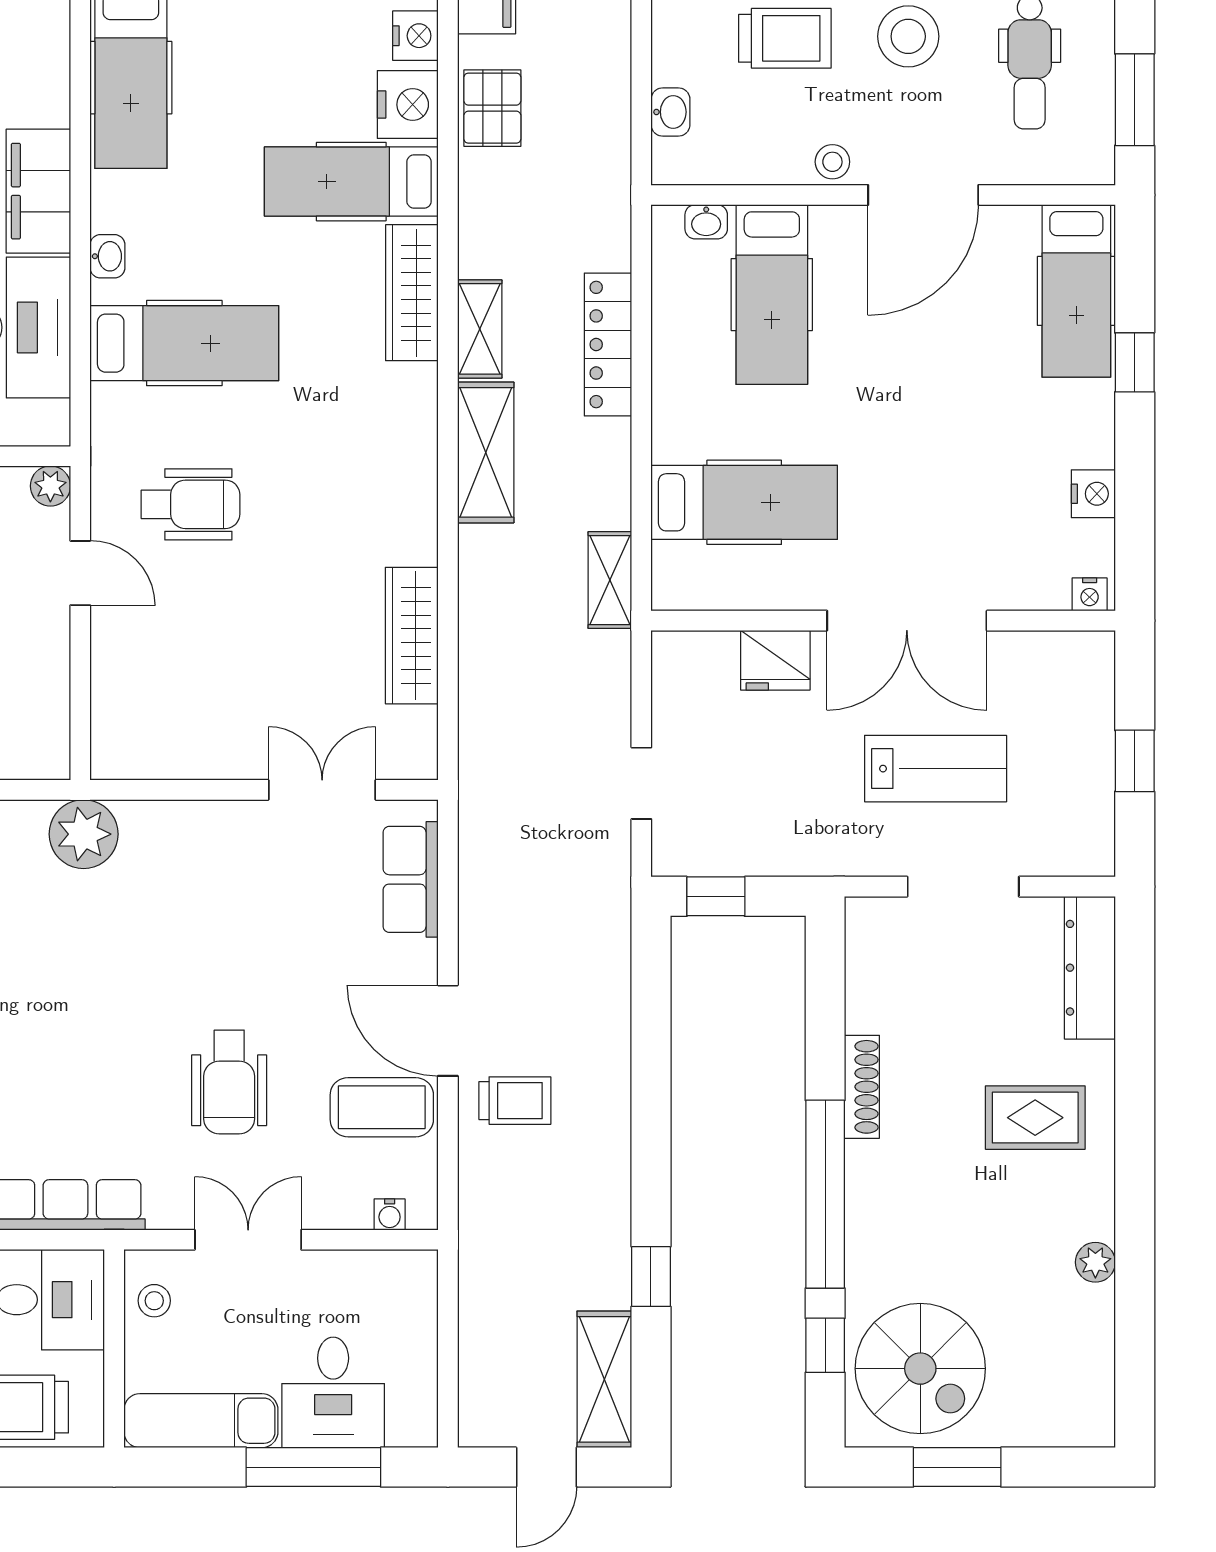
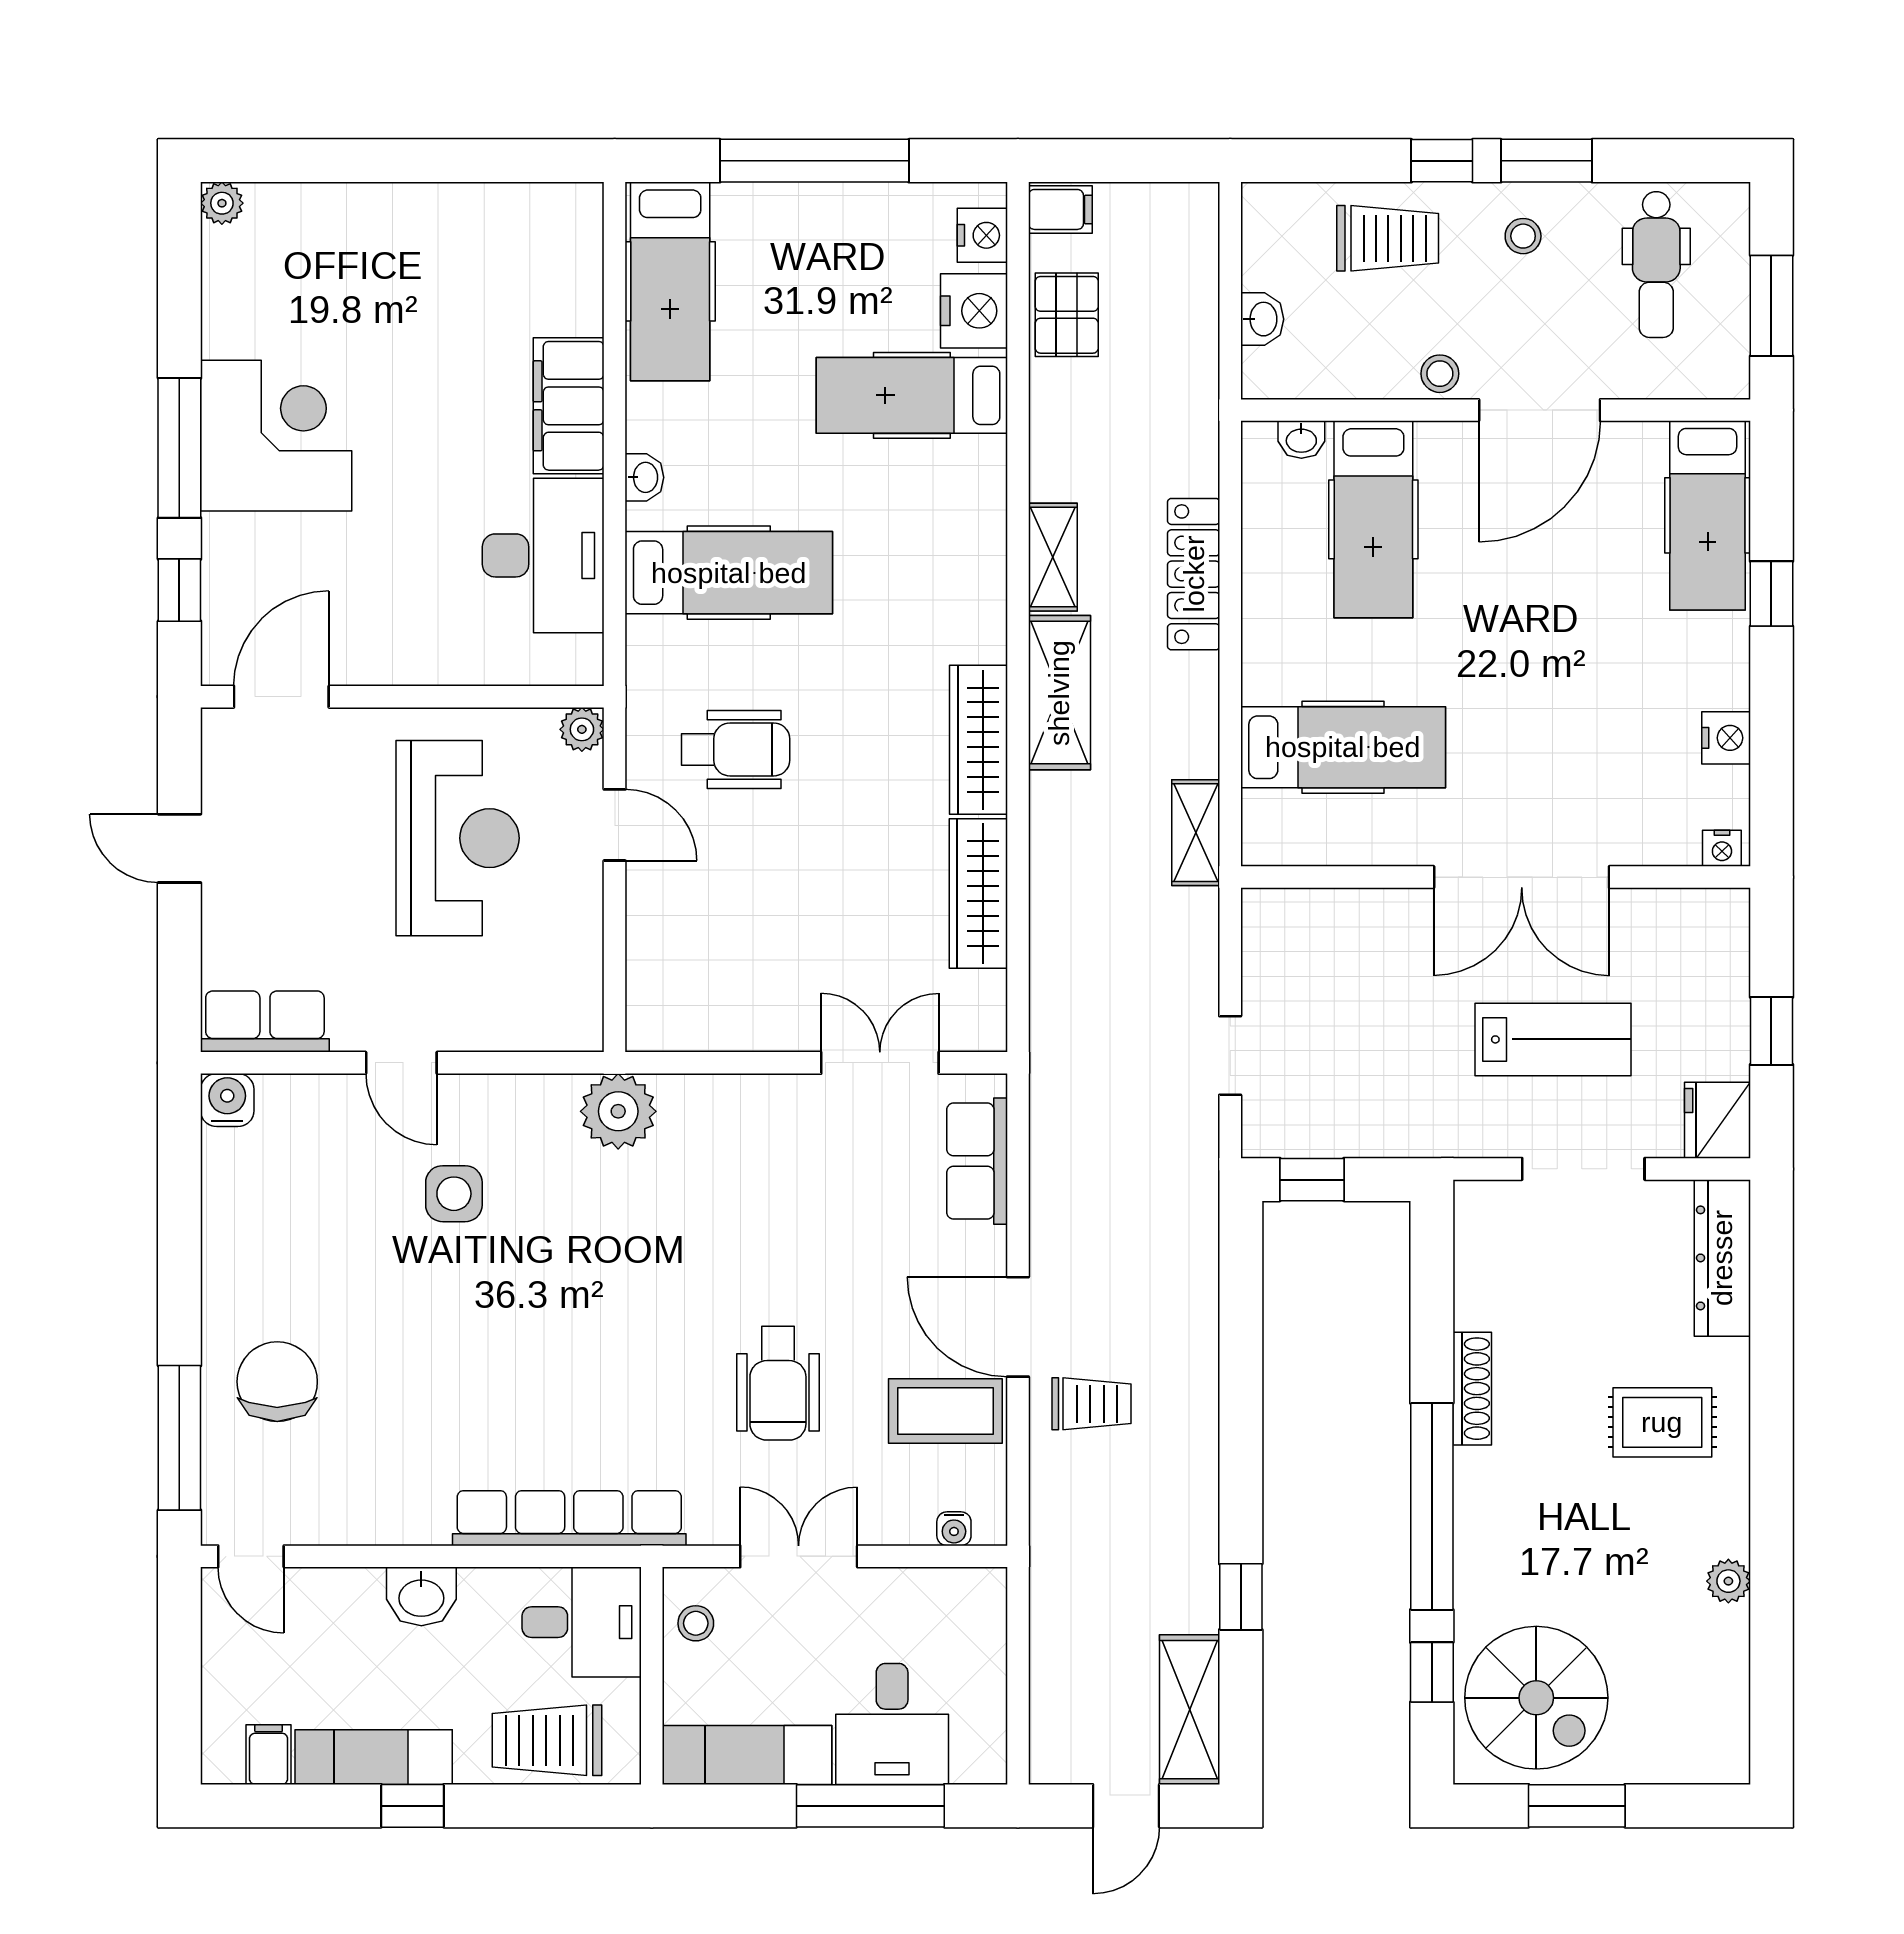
stool: (908, 36) -> (1523, 236), width x0.53, depth x0.53
wardrobe: (412, 293) -> (978, 740), moved
fridge: (775, 660) -> (1717, 1120), moved, turned 90

